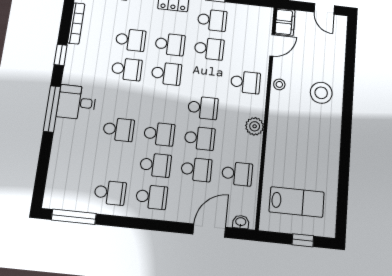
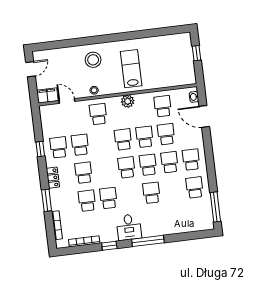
school desk: (166, 74) -> (127, 167), moved
desk: (77, 102) -> (129, 227), moved
lab bench: (297, 202) -> (131, 69), moved

